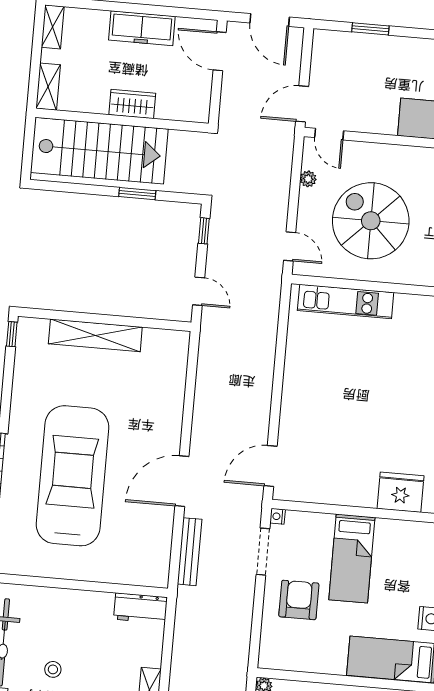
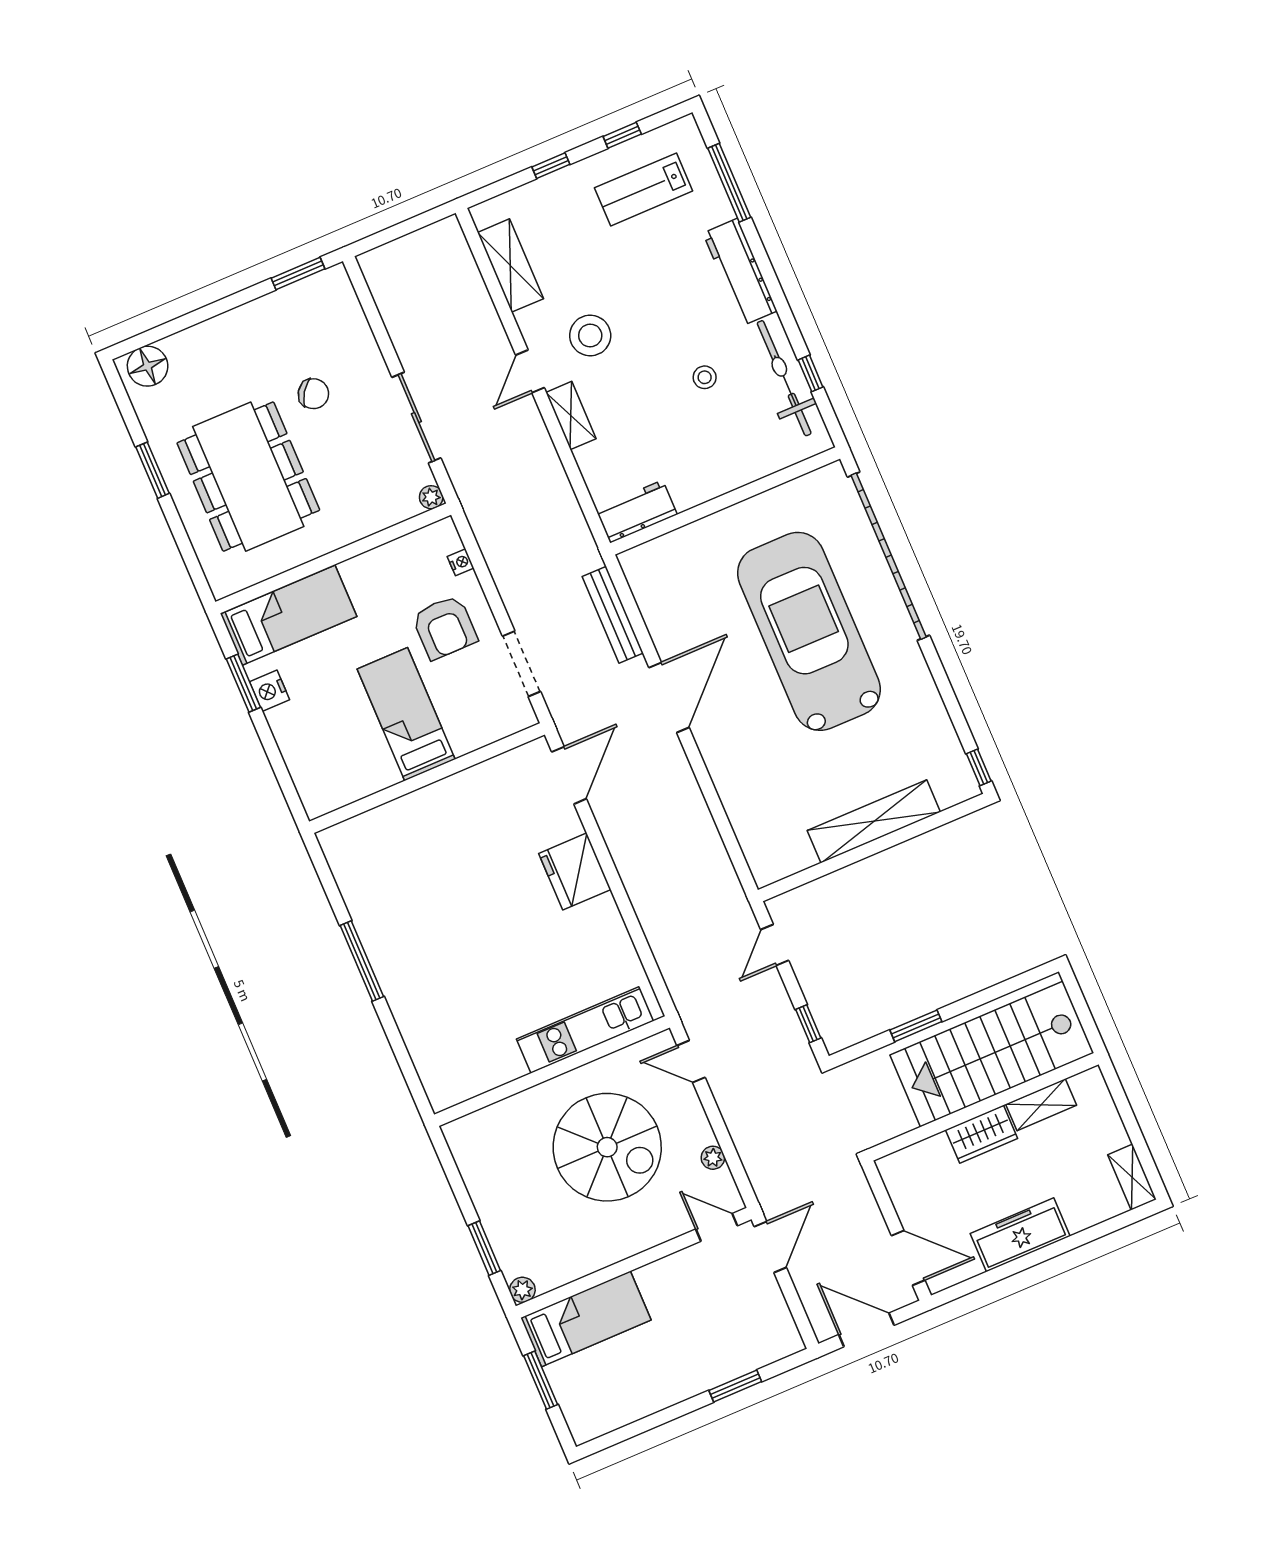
shelving: (48, 87) -> (1041, 1105), moved, turned 90
door: (199, 291) -> (775, 945), hinge flipped
car: (72, 476) -> (809, 631), turned 180
fridge: (401, 492) -> (575, 871), moved, turned 90
nightstand: (278, 516) -> (461, 562), moved

